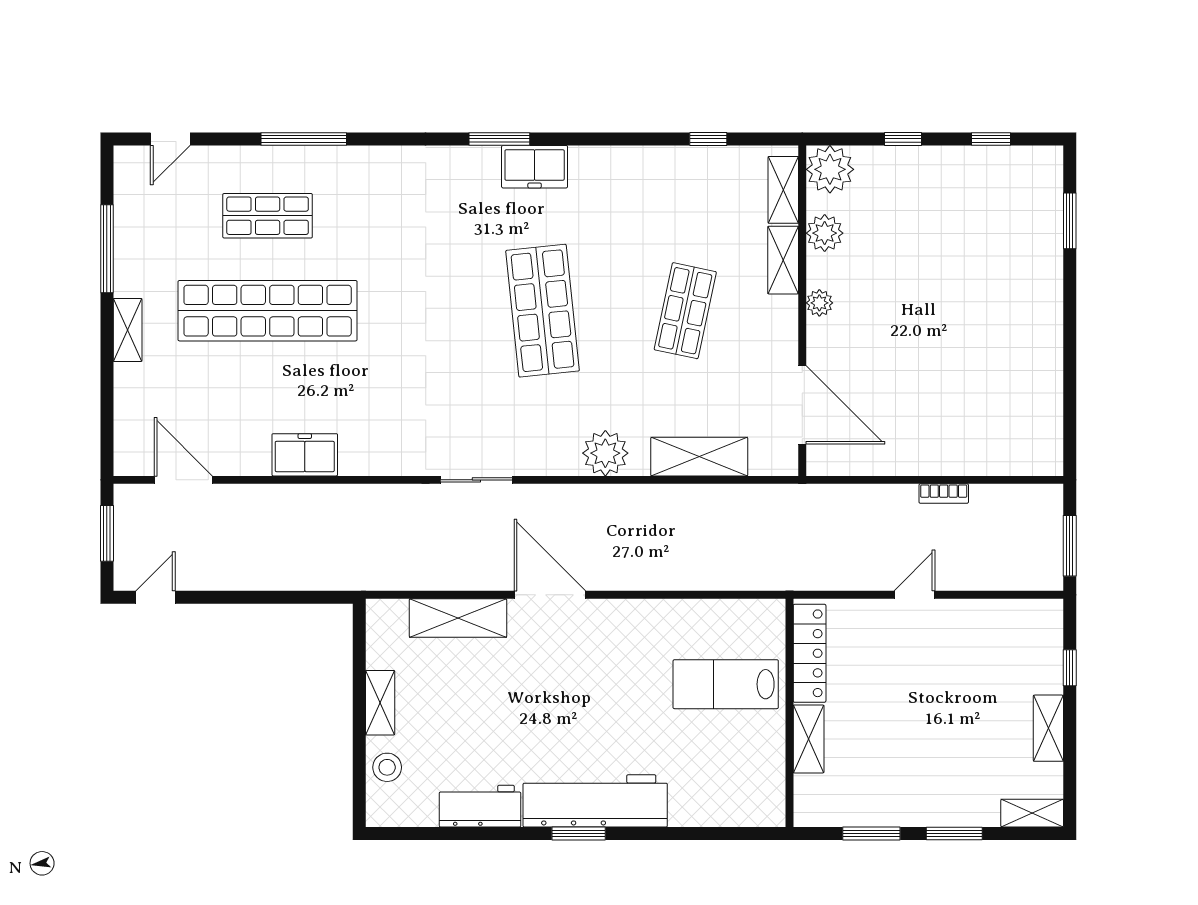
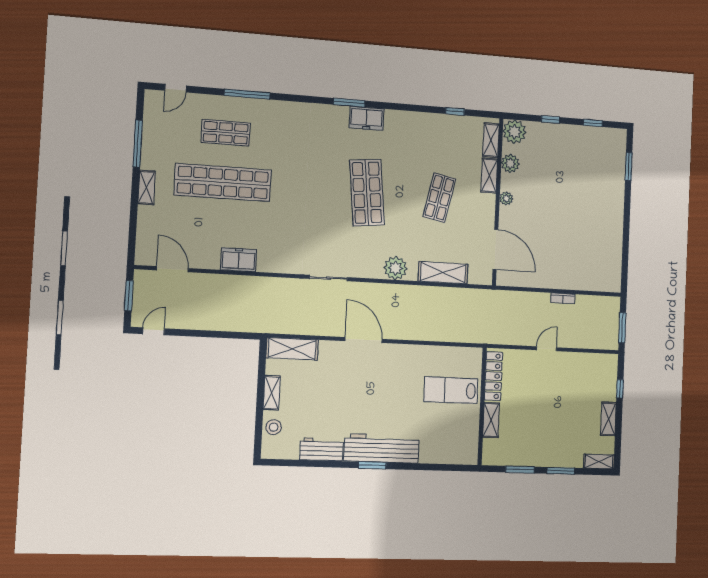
shelving: (458, 618) -> (292, 349), moved

